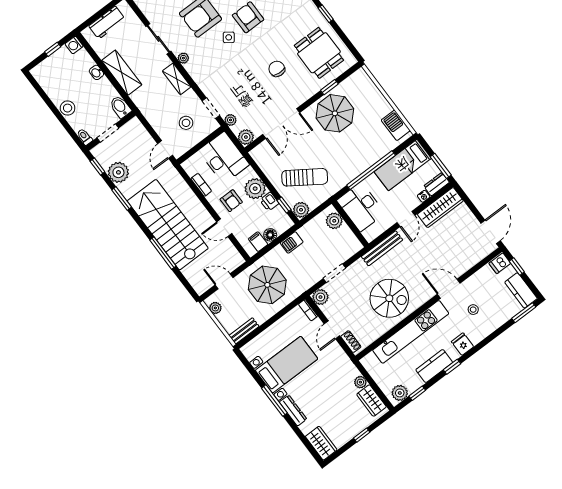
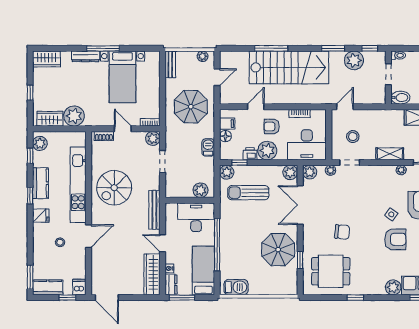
door: (165, 150) -> (345, 107), hinge flipped
plant: (259, 154) -> (290, 172), added
sun lounger: (305, 177) -> (248, 193), turned 56
plant: (360, 382) -> (74, 116), width x1.87, depth x1.87

